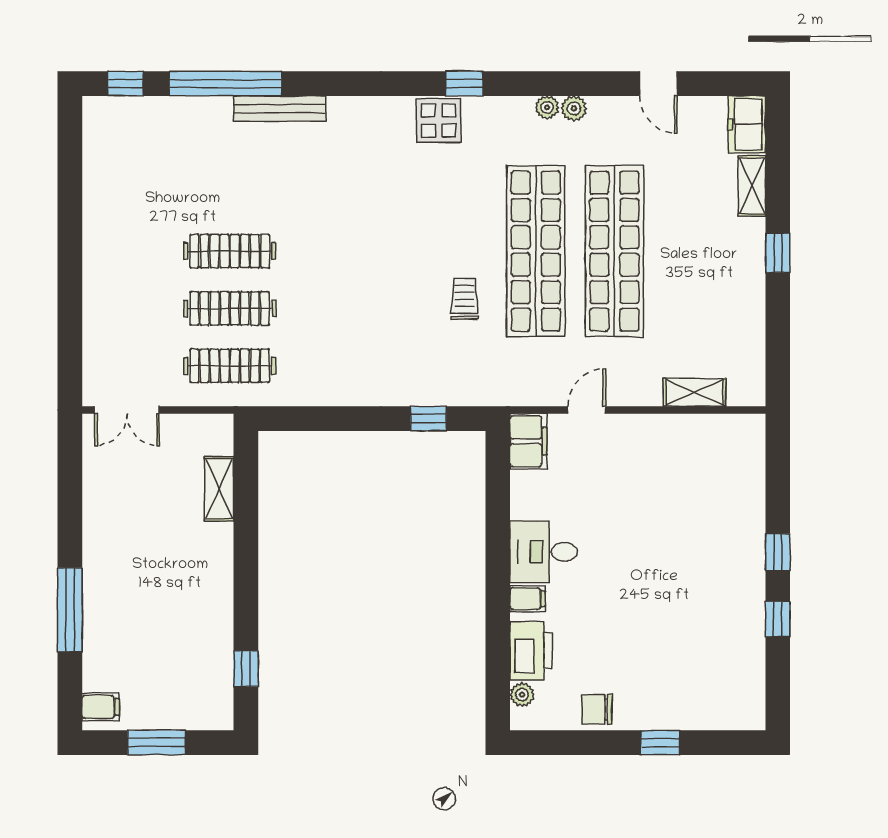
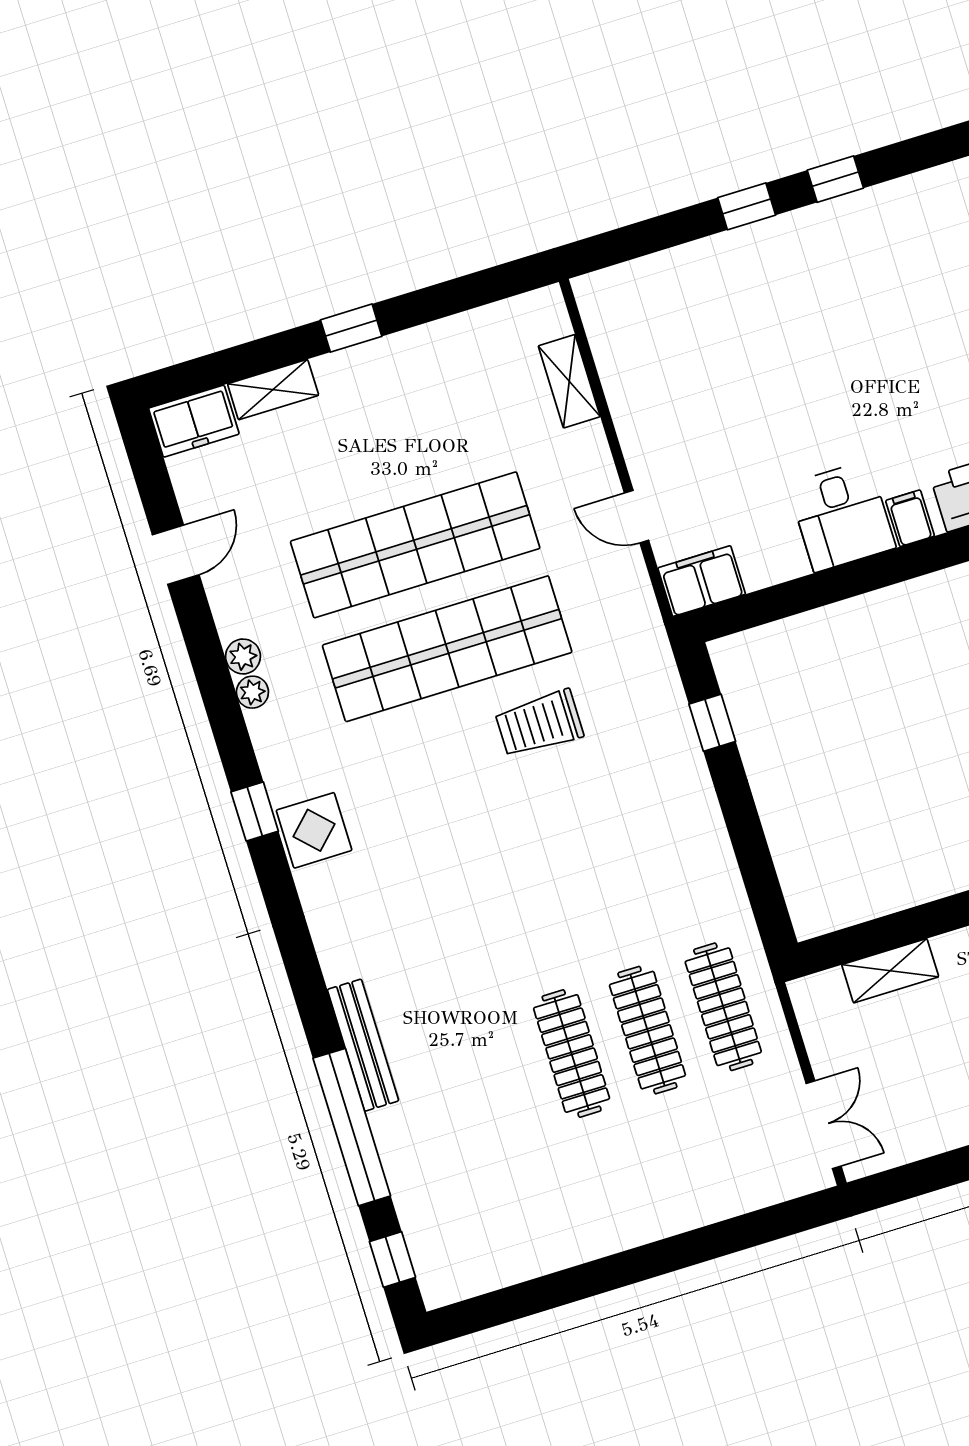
trolley: (464, 299) -> (539, 724), width x1.36, depth x1.39

